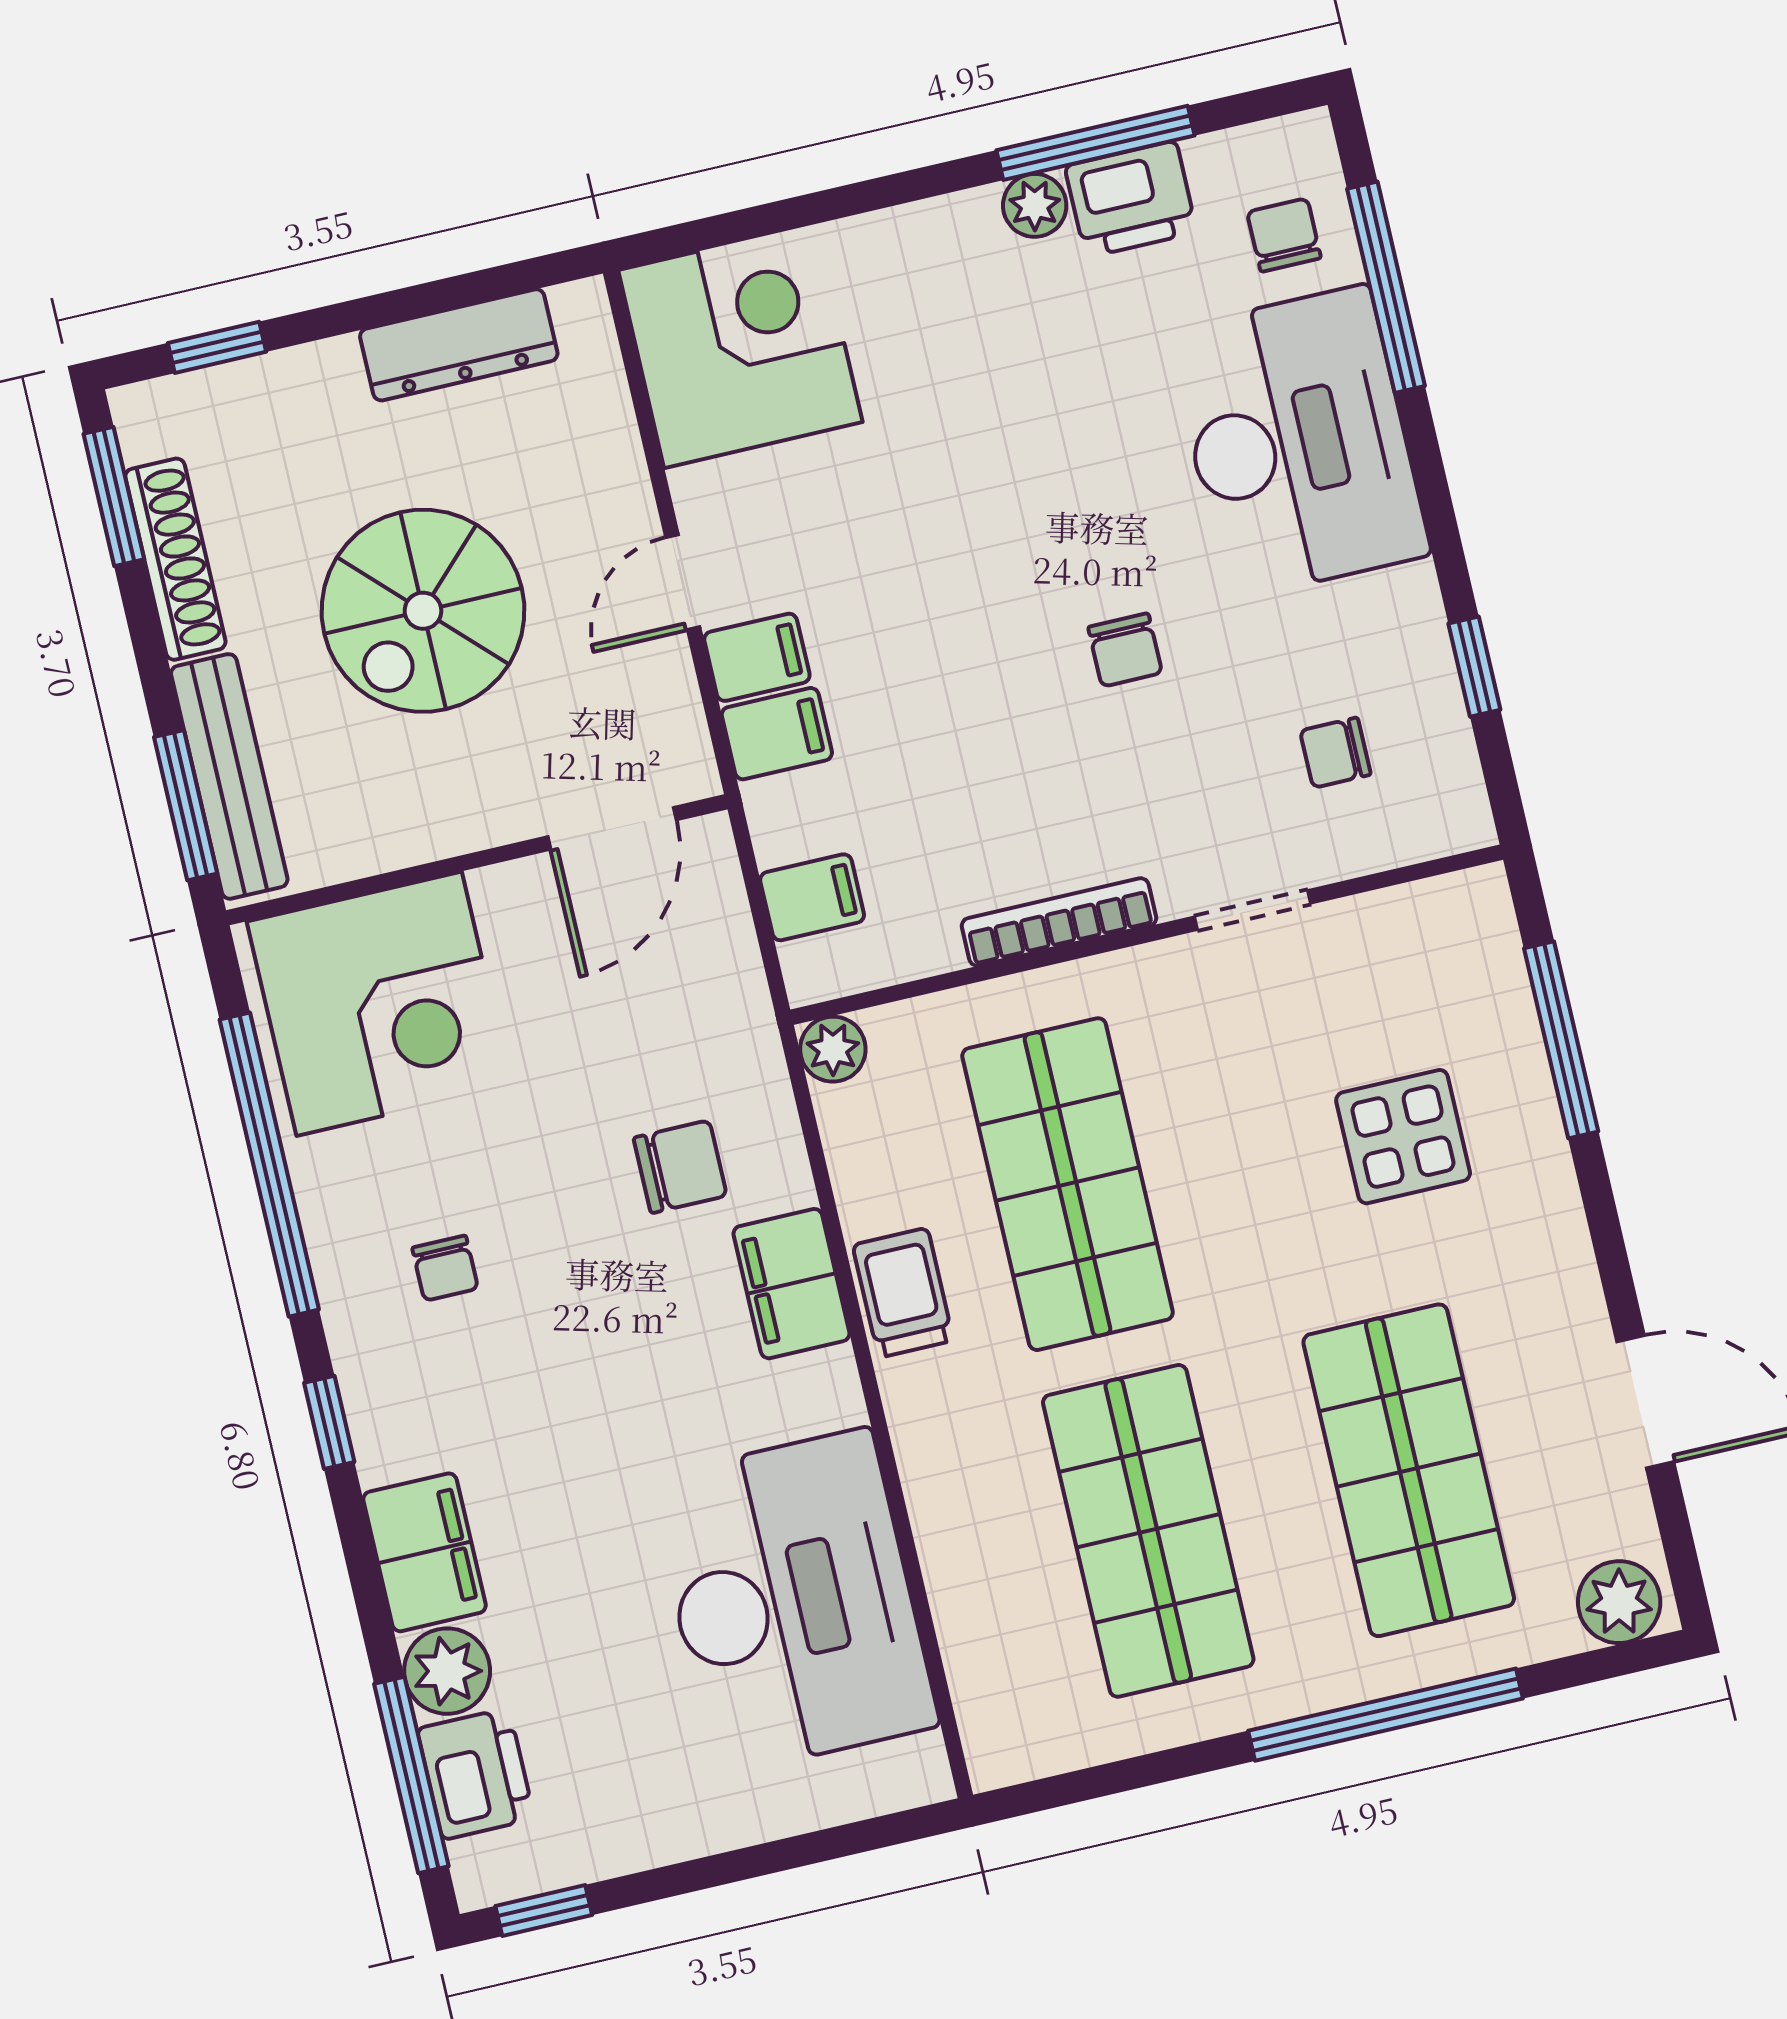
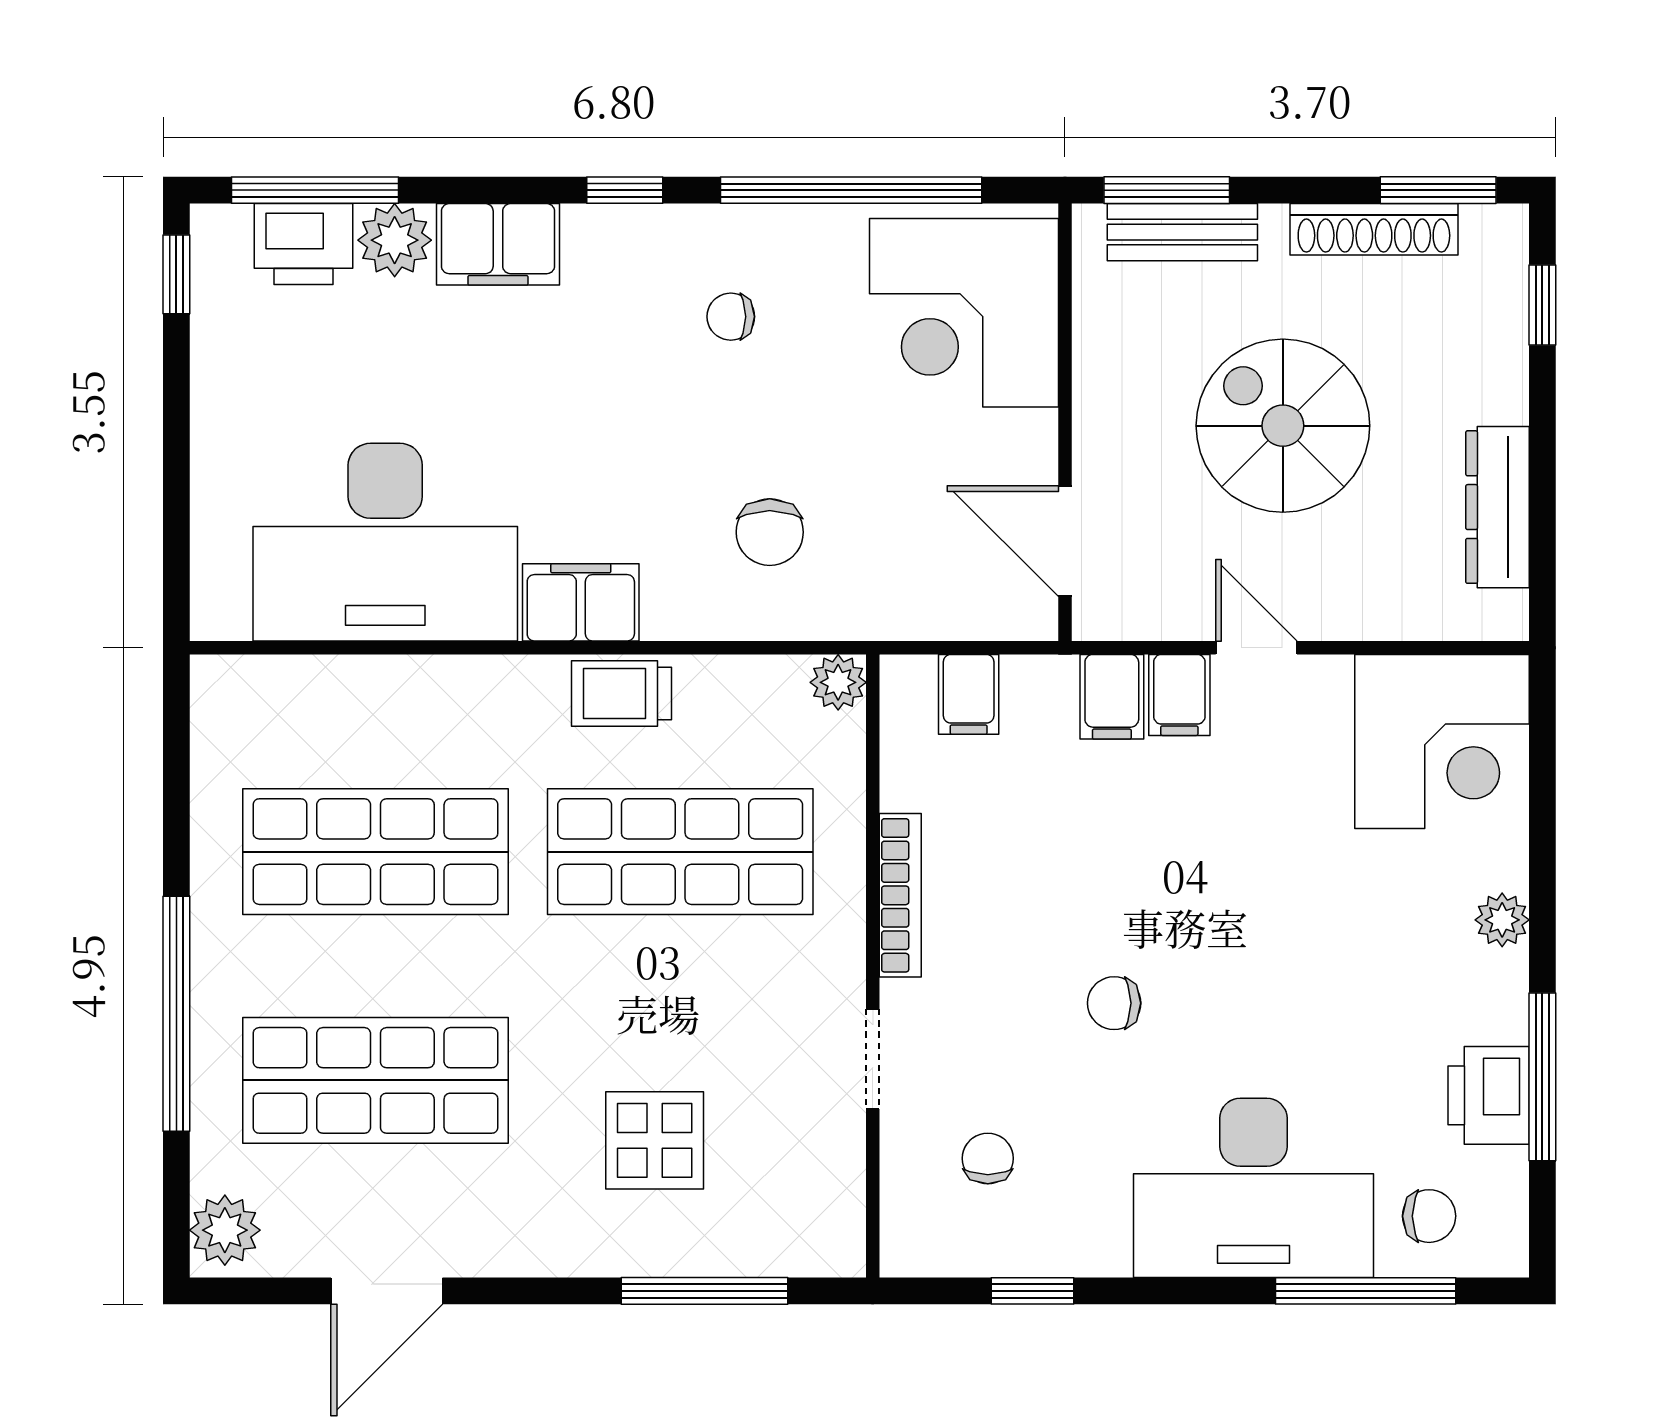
plant: (1035, 205) -> (1502, 920), moved
bench: (229, 776) -> (1182, 232), width x0.73
filing cabinet: (792, 1284) -> (581, 602), moved
trolley: (903, 1293) -> (622, 694), turned 180

